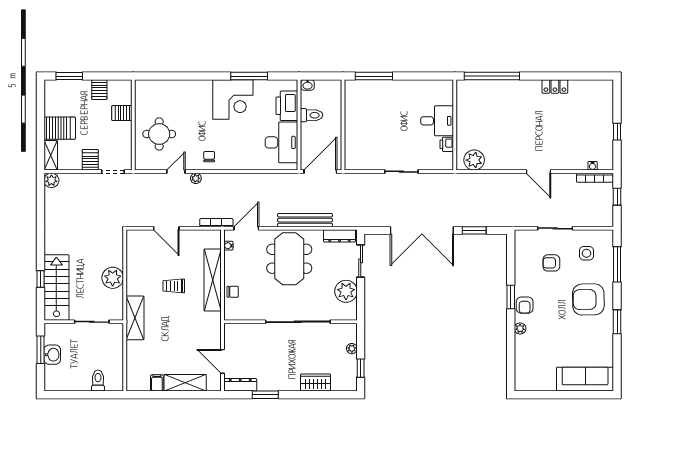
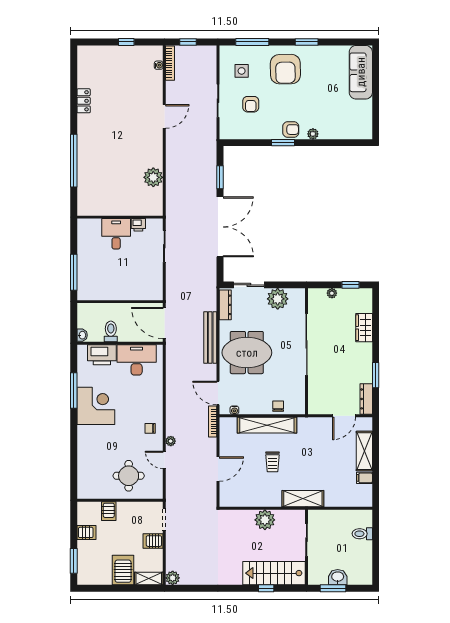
desk: (437, 121) -> (116, 234), moved
wall: (455, 125) -> (120, 217), moved
printer: (447, 144) -> (138, 225), moved

